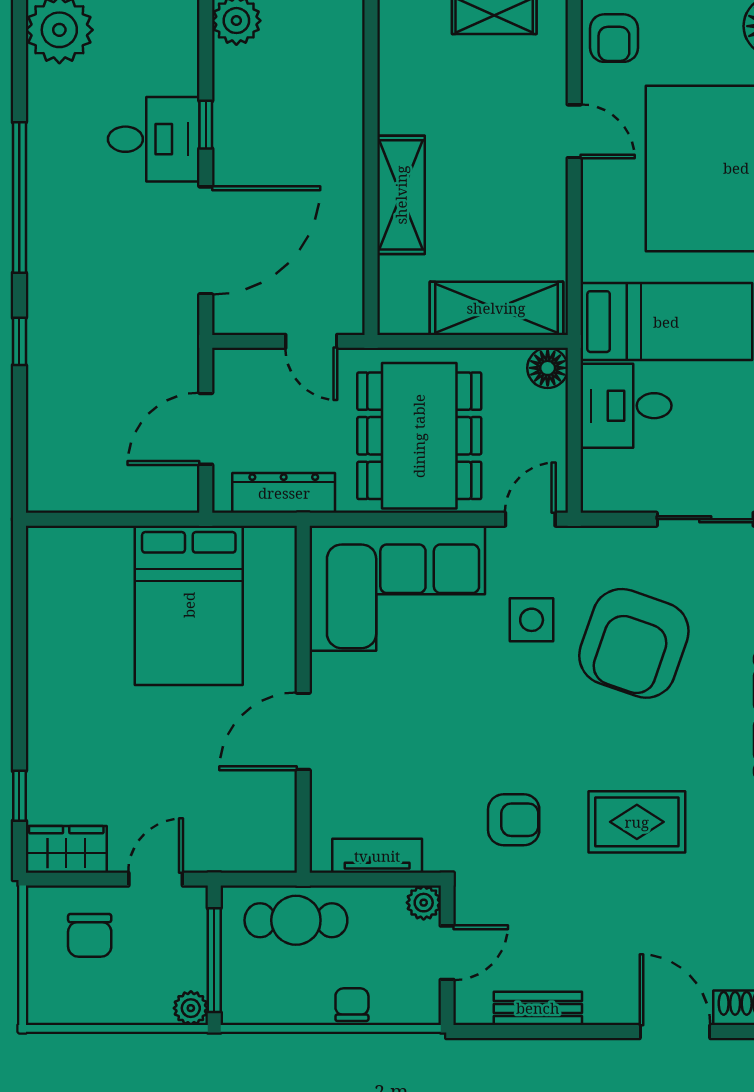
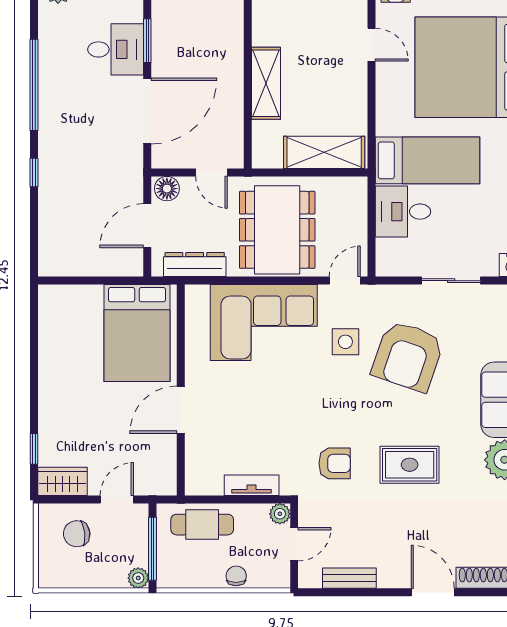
window: (206, 125) -> (147, 41), width x1.50
floor lamp: (548, 368) -> (167, 189), moved
wall: (303, 699) -> (181, 390), moved
door: (303, 731) -> (181, 410), moved
chair: (90, 935) -> (77, 534), turned 83

